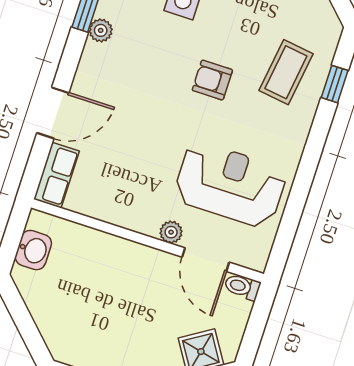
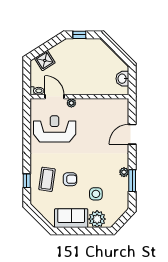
armchair: (212, 80) -> (70, 179), moved
row of seats: (56, 175) -> (123, 111), removed
reception desk: (230, 184) -> (55, 129), turned 180

